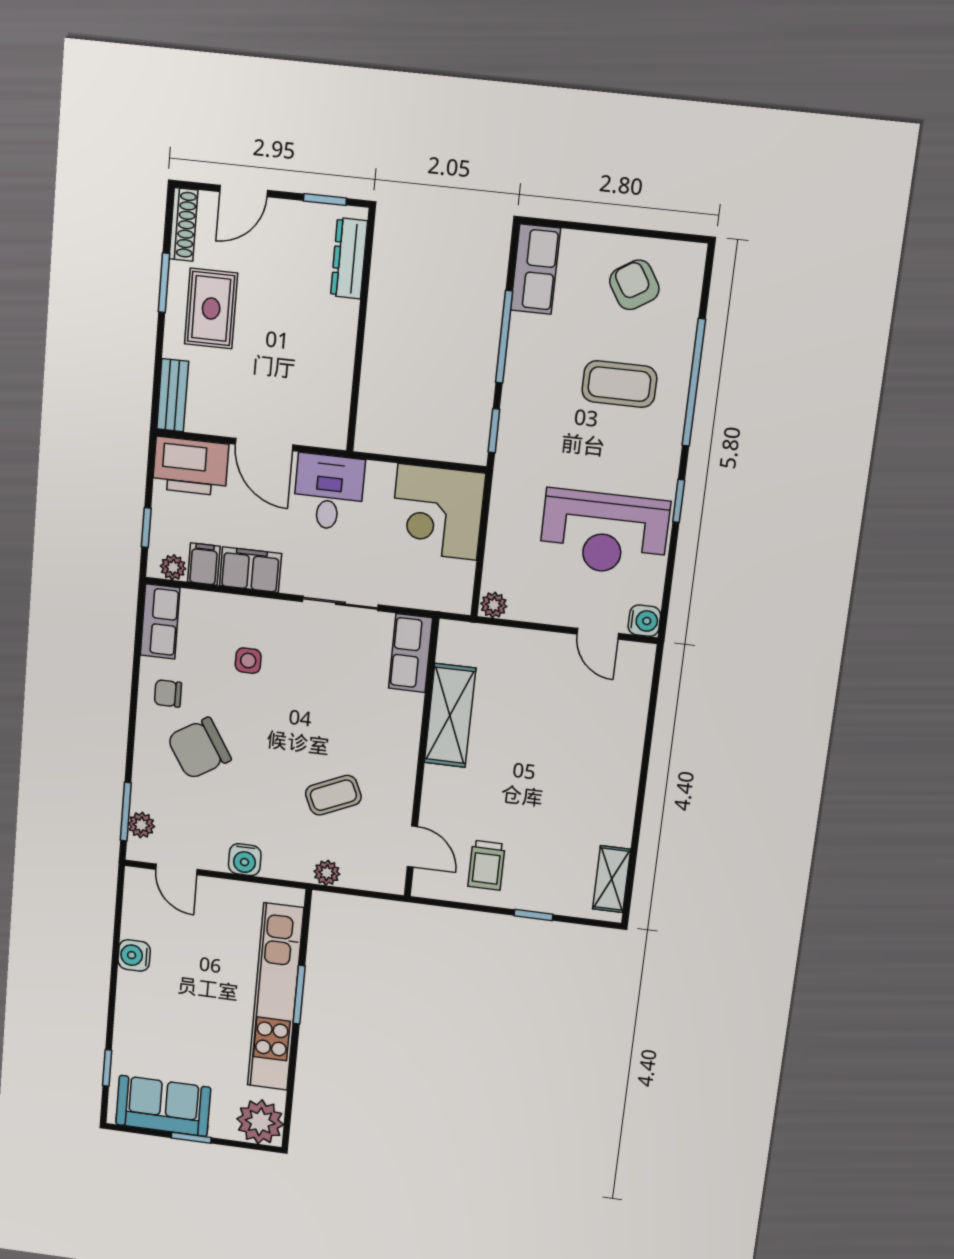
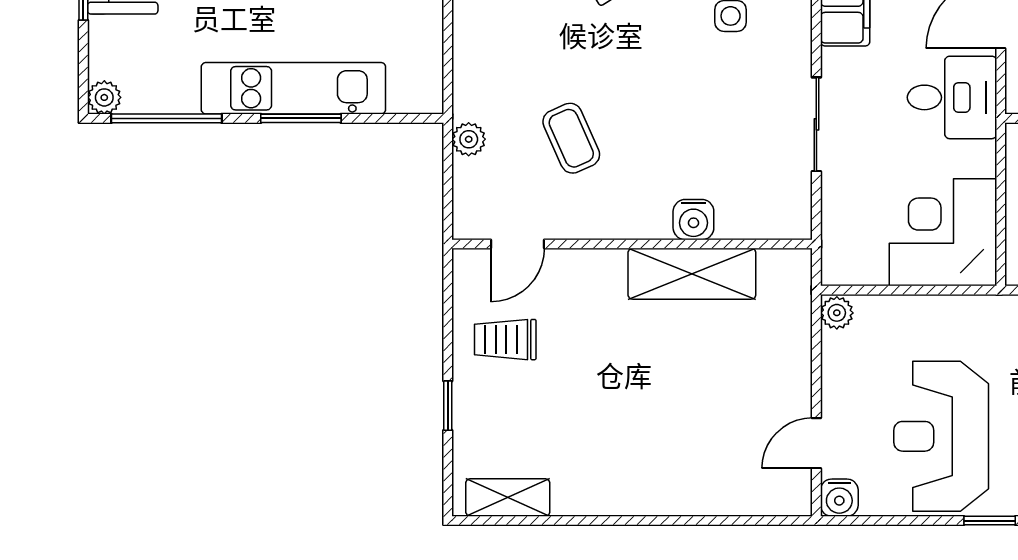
row of seats: (411, 653) -> (765, 217), removed
water cooler: (245, 860) -> (693, 220), moved, turned -90
kitchen unit: (276, 997) -> (293, 88), width x0.73
window: (290, 1092) -> (166, 118), added
plant: (260, 1122) -> (104, 97), width x0.53, depth x0.53

